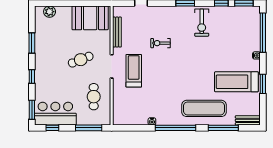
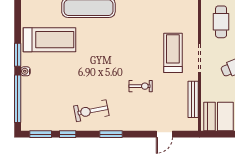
exercise bike: (202, 23) -> (91, 111), turned -101
treadmill: (134, 71) -> (173, 53), turned 180
window: (263, 84) -> (18, 55), moved

